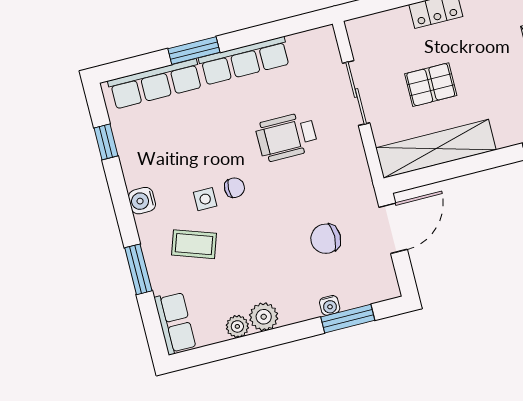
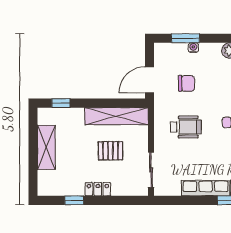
sliding door: (356, 93) -> (151, 170), moved
wheelchair: (287, 137) -> (186, 127), moved

